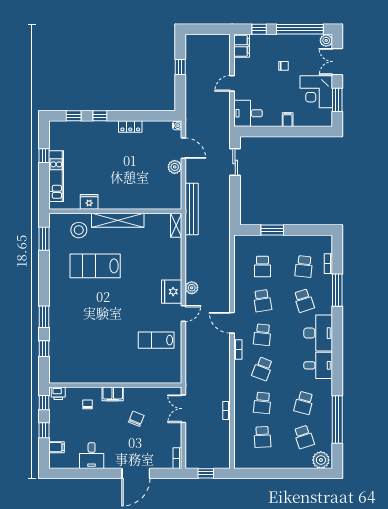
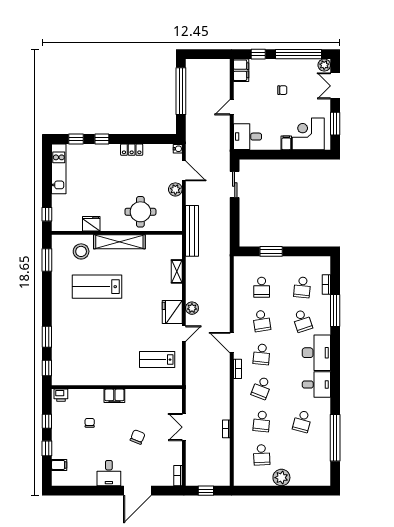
window: (180, 67) -> (181, 91), width x3.17
corner desk: (316, 92) -> (308, 134), moved, turned 90
window: (44, 156) -> (47, 214), moved
kitchen unit: (56, 176) -> (59, 169), moved
round table: (139, 190) -> (140, 212), added
shelving: (176, 225) -> (177, 271), moved
wall: (115, 385) -> (117, 387), moved
printer: (58, 393) -> (61, 395), moved
filing cabinet: (113, 394) -> (114, 396), moved
school desk: (304, 437) -> (302, 455), removed
desk: (92, 456) -> (109, 473), moved
plant: (321, 460) -> (281, 478), moved

